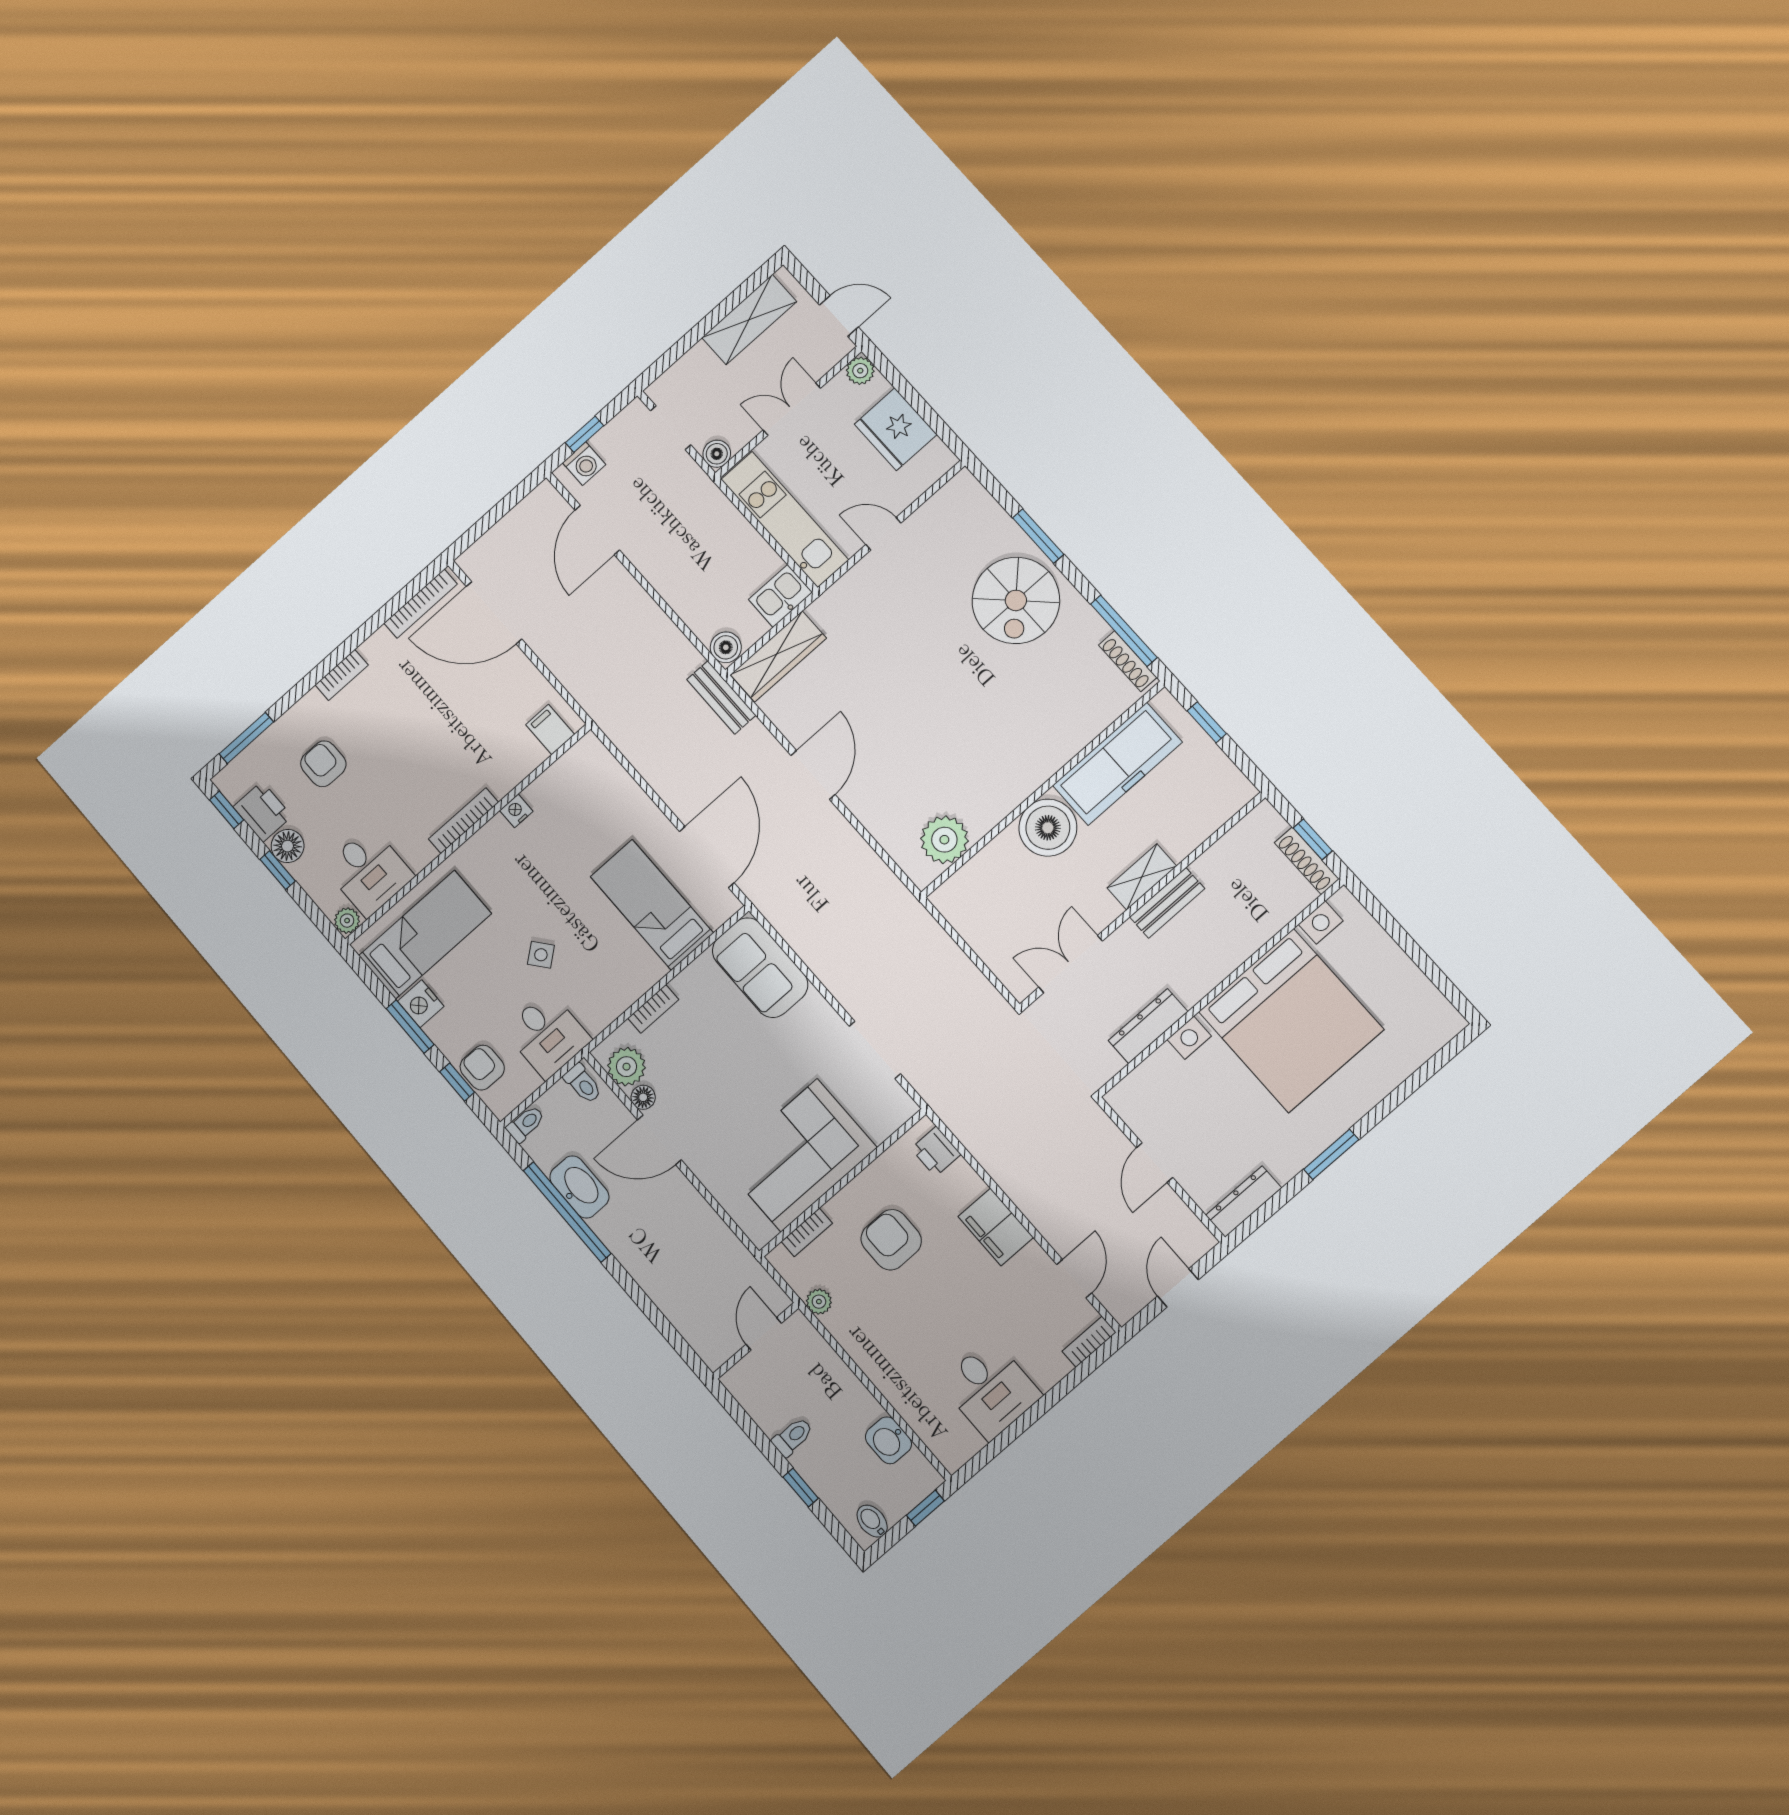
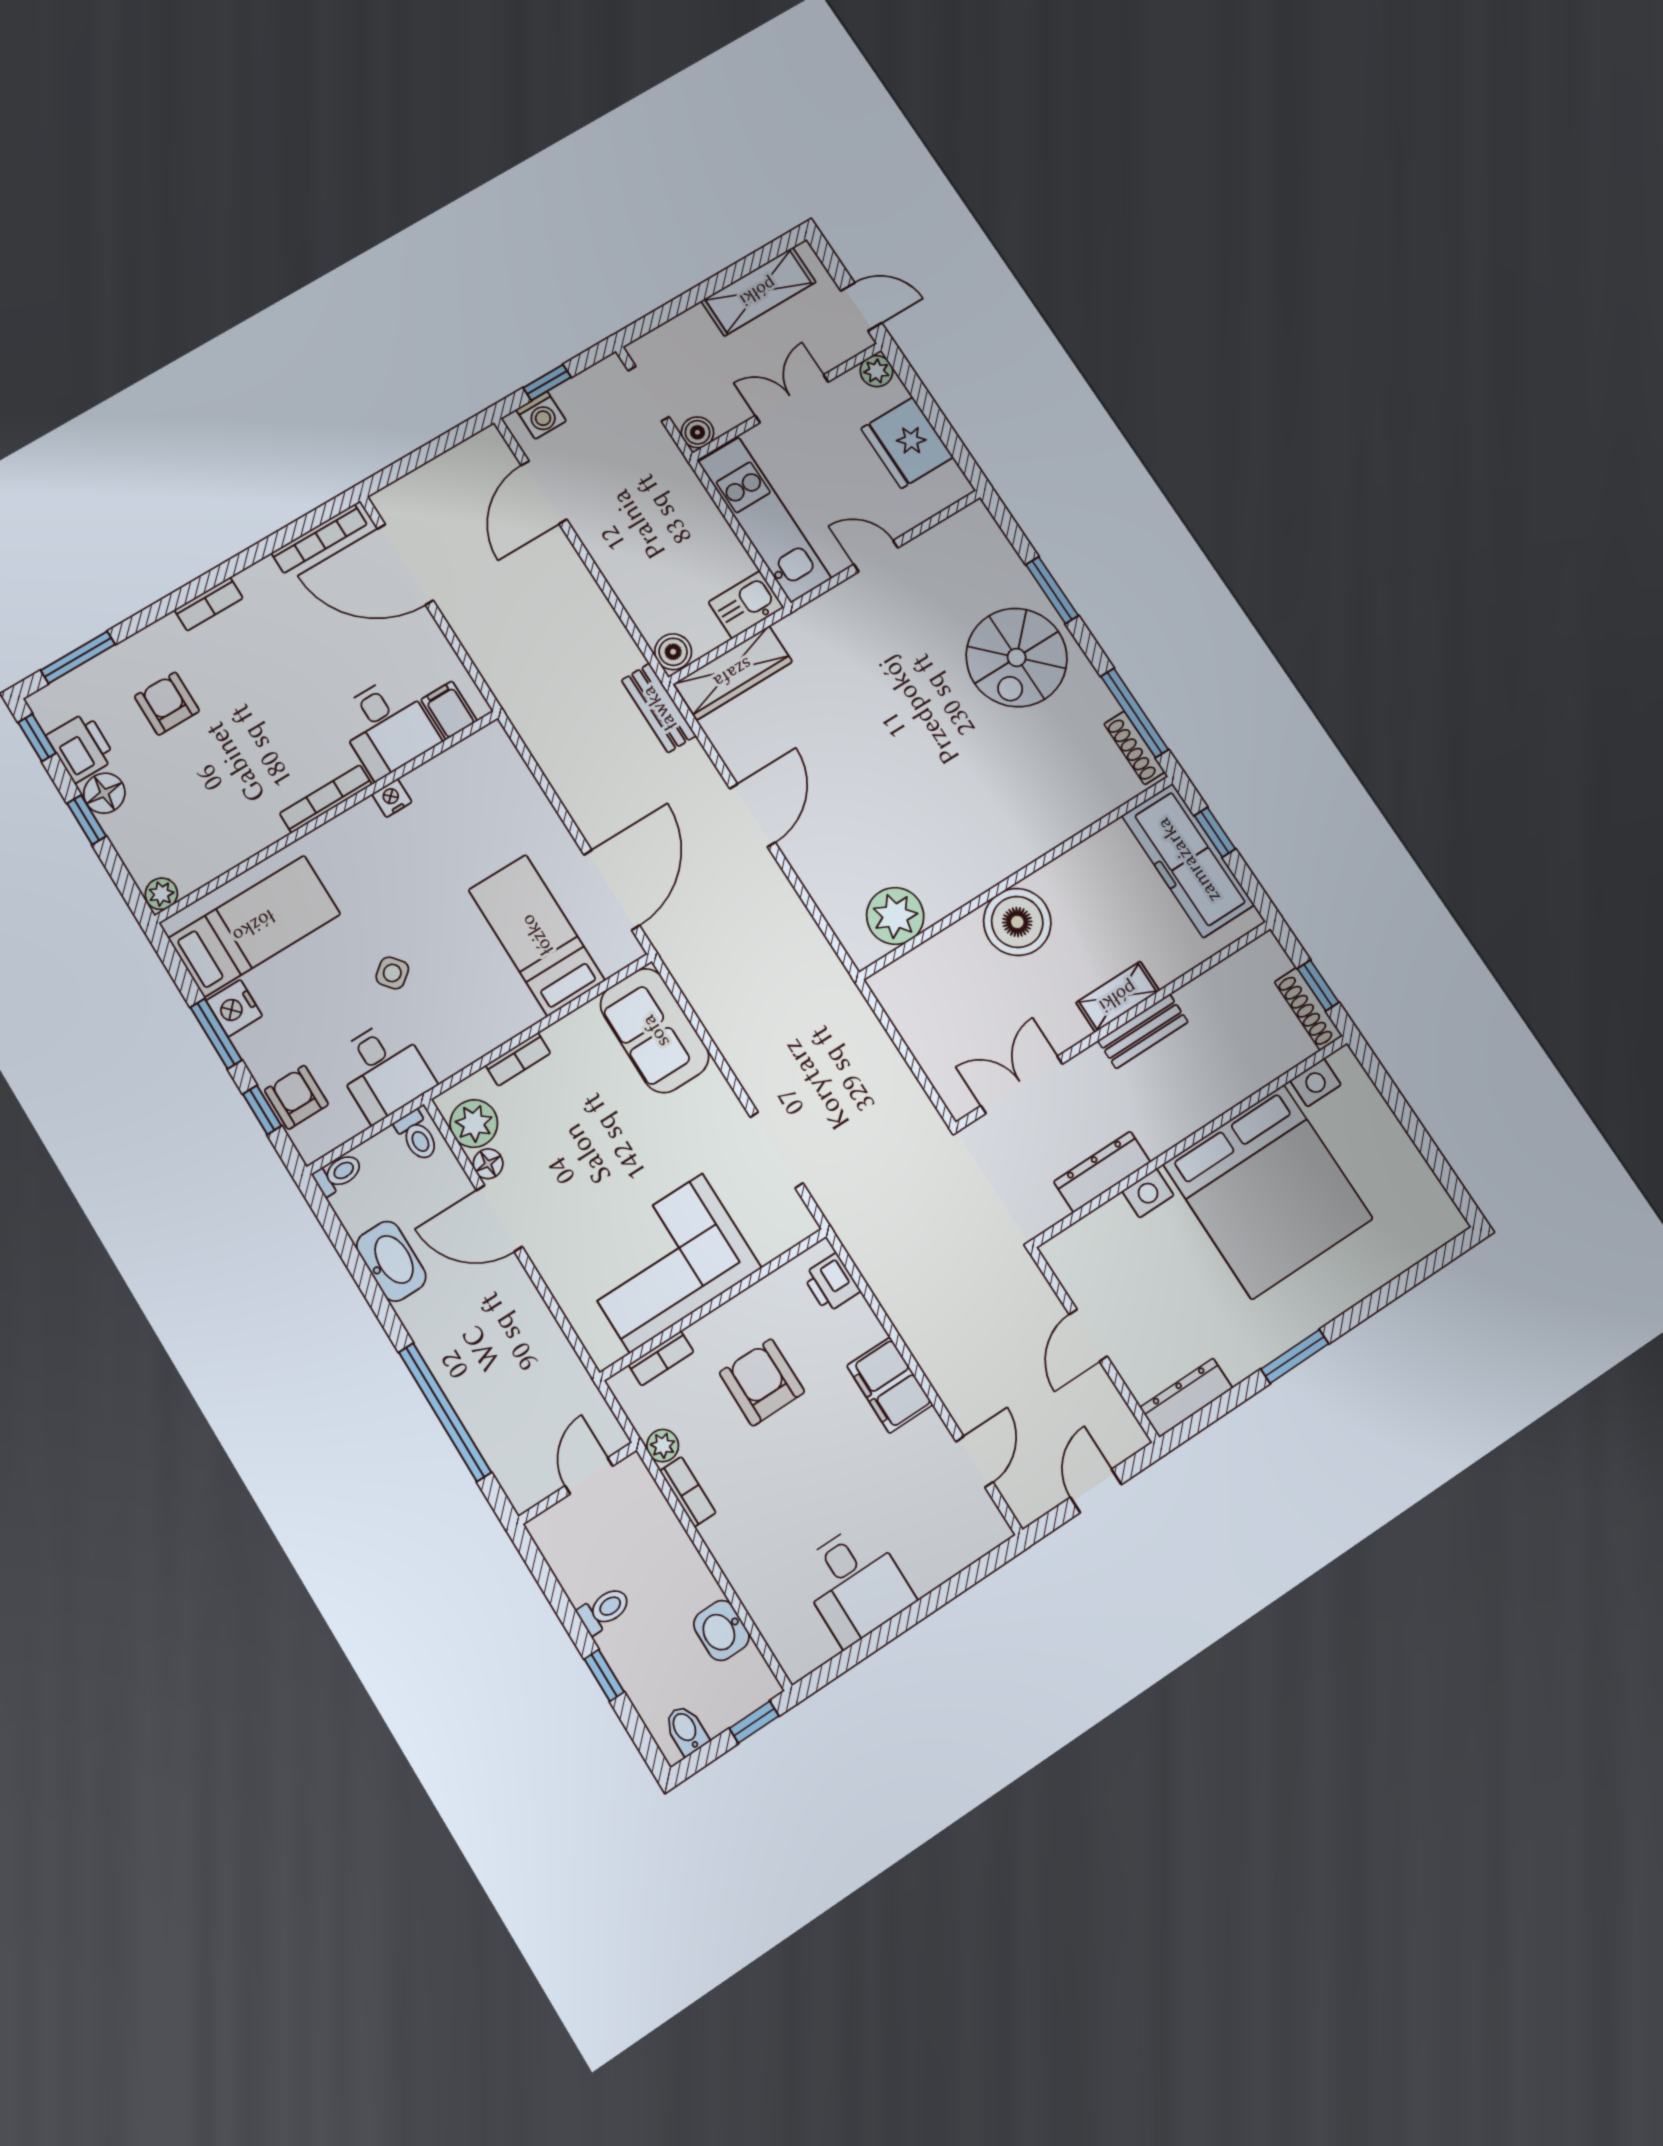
freezer: (1117, 764) -> (1188, 860), moved, turned 90
desk: (369, 871) -> (387, 727), moved
window: (567, 1212) -> (445, 1412), moved
bookcase: (1089, 1342) -> (688, 1492), moved, turned 90

